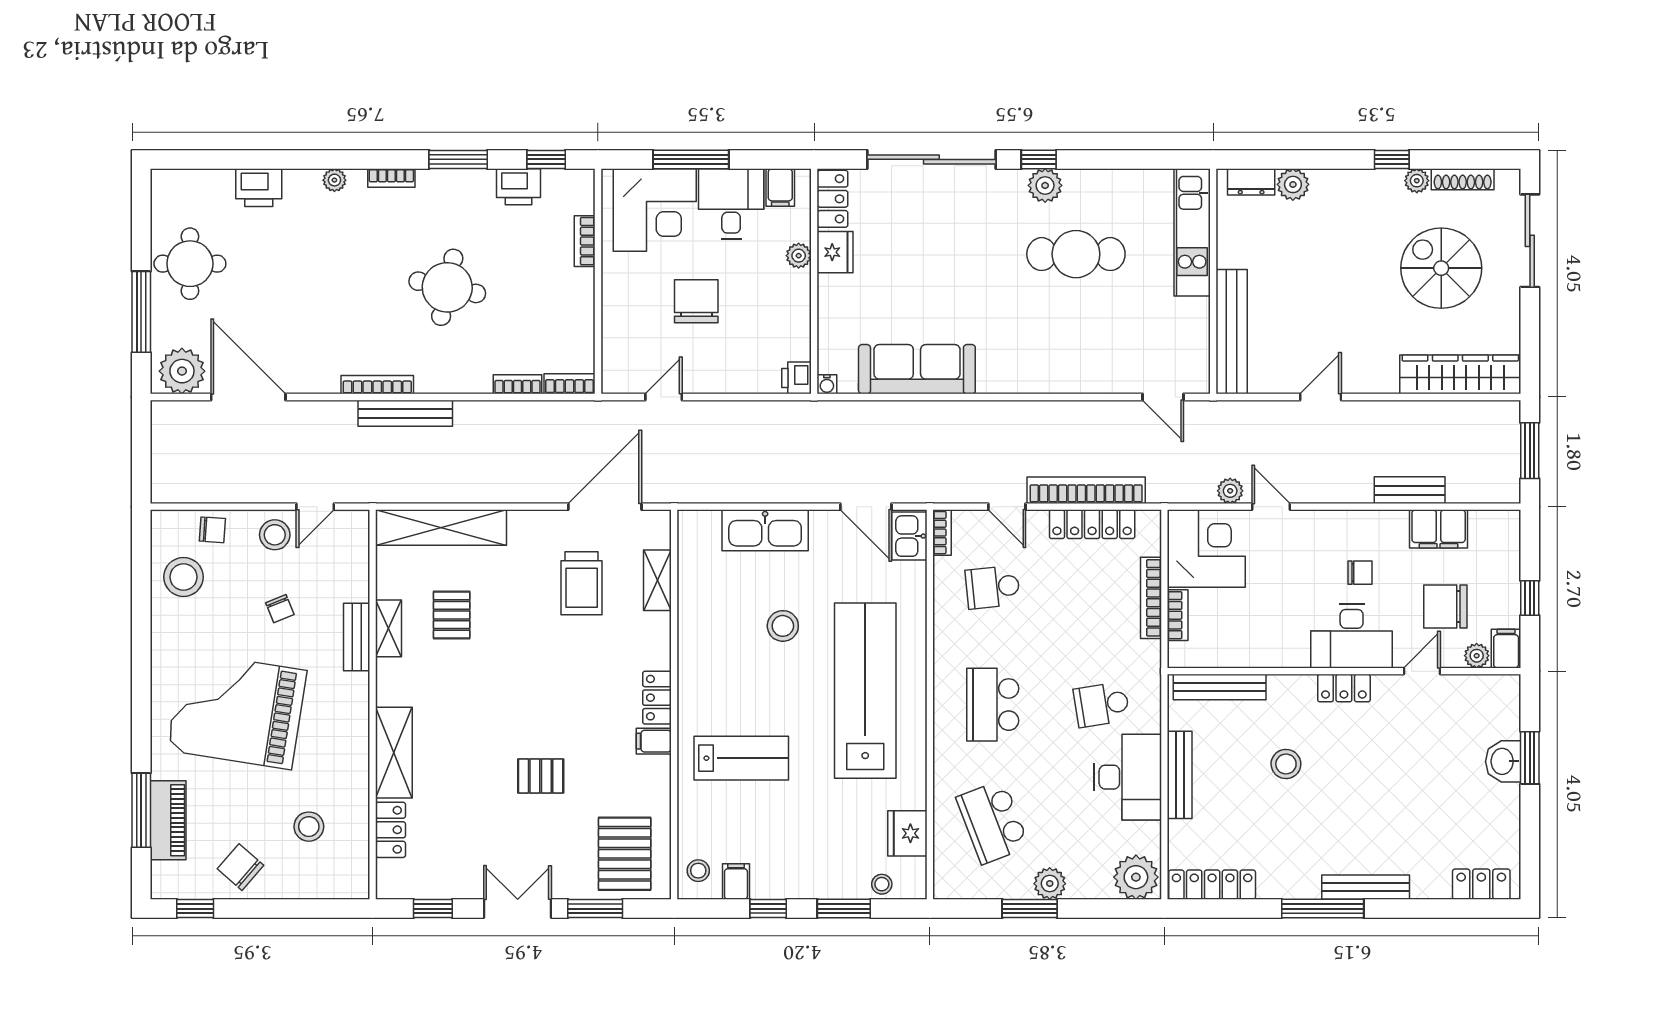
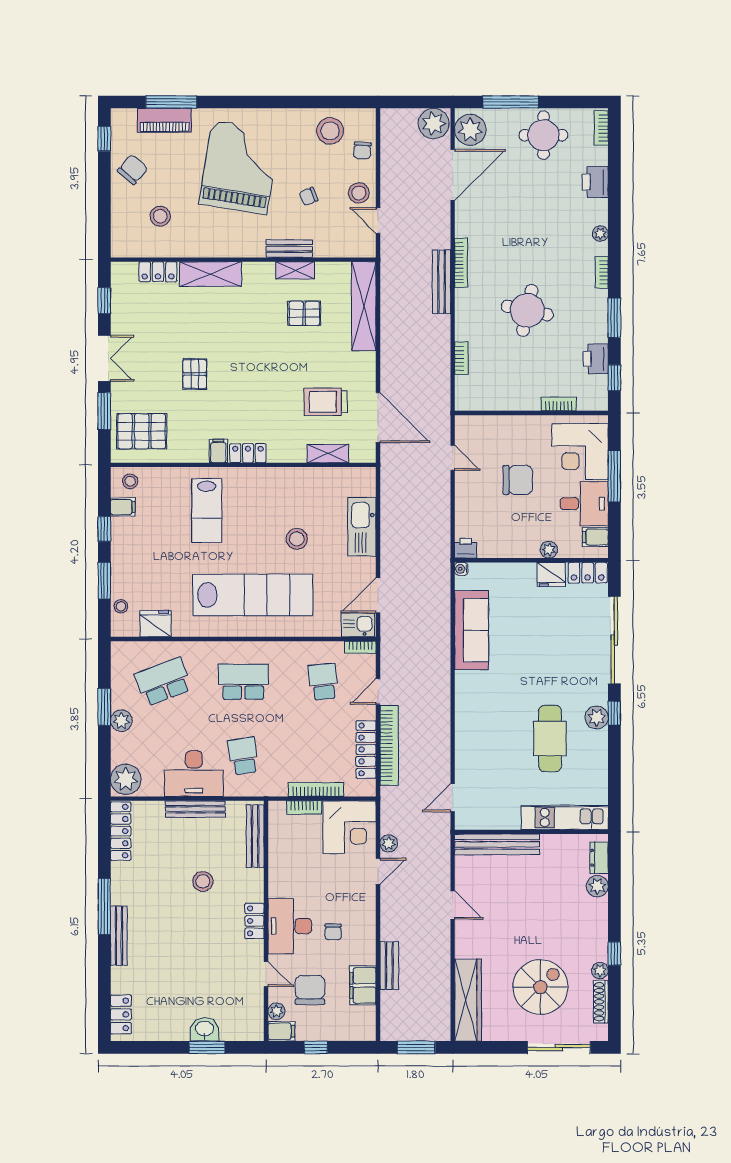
bookcase: (569, 384) -> (601, 128), moved, turned 180
plant: (173, 425) -> (434, 124), added

